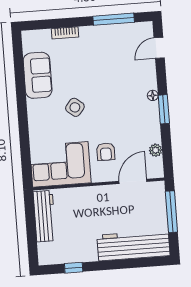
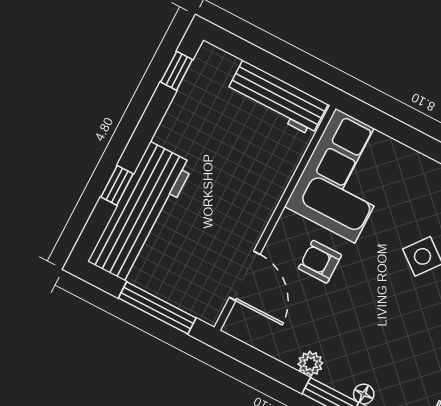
plant: (156, 150) -> (310, 364), moved
window: (128, 264) -> (117, 185), added
window: (74, 268) -> (177, 71), moved

